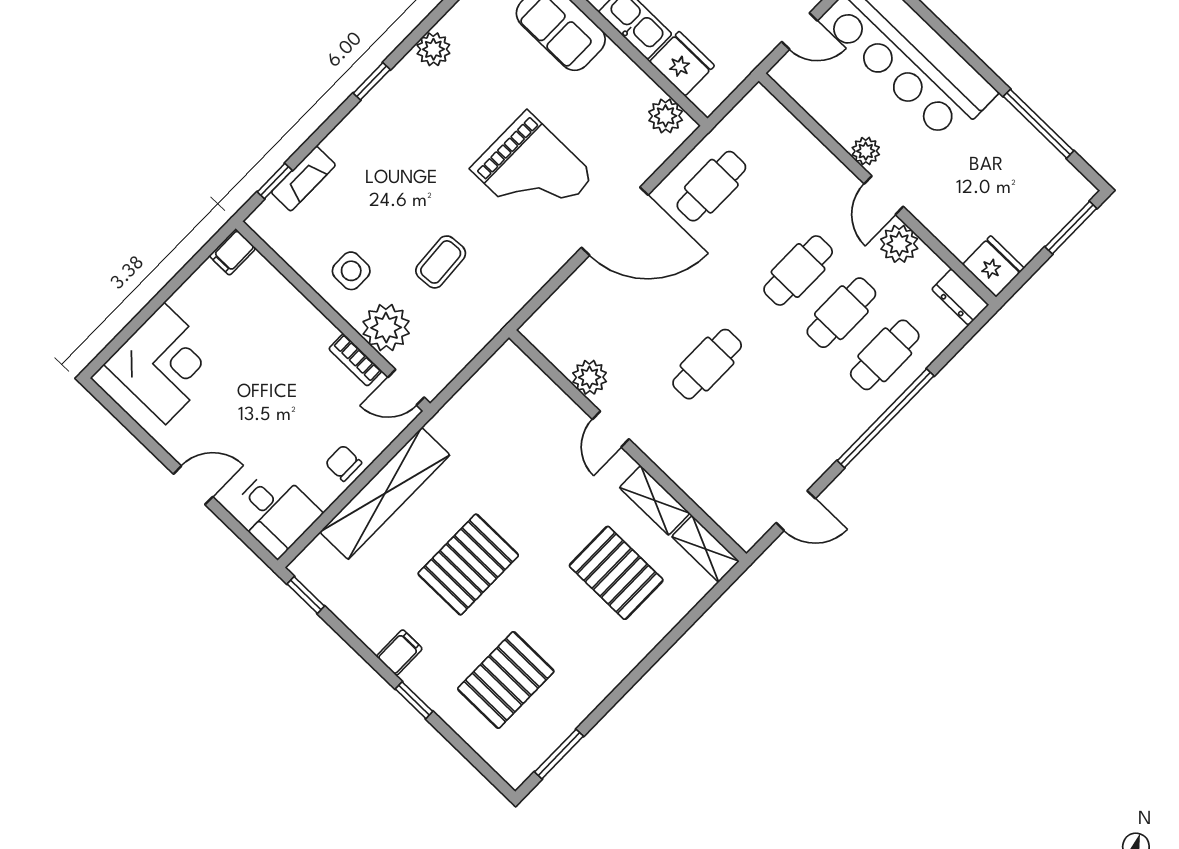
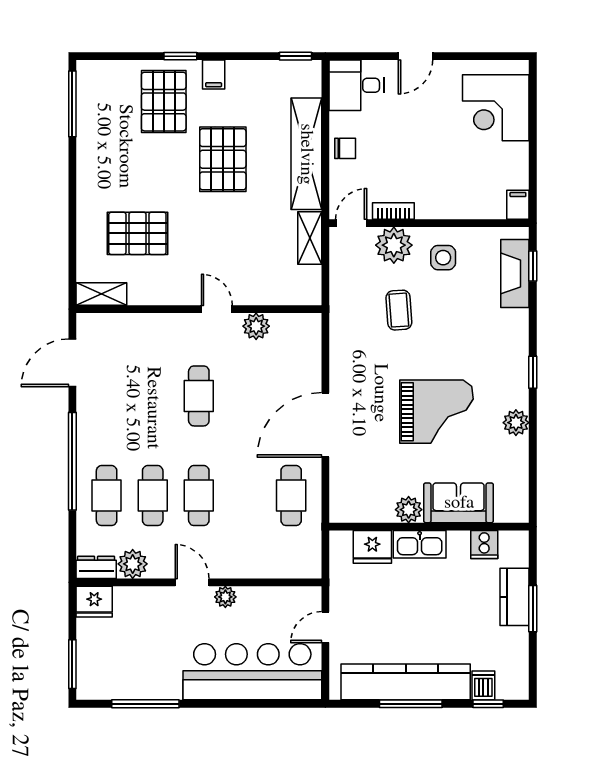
plant: (666, 116) -> (409, 510), moved
grand piano: (532, 172) -> (437, 412), moved, turned 180
fireplace: (303, 179) -> (515, 273), width x1.37, depth x1.32
plant: (899, 244) -> (133, 564), moved
shelving: (655, 500) -> (310, 238), moved, turned 90
door: (796, 511) -> (72, 363), width x1.38
pallet: (506, 680) -> (164, 102), moved
window: (559, 754) -> (72, 104), width x1.44

